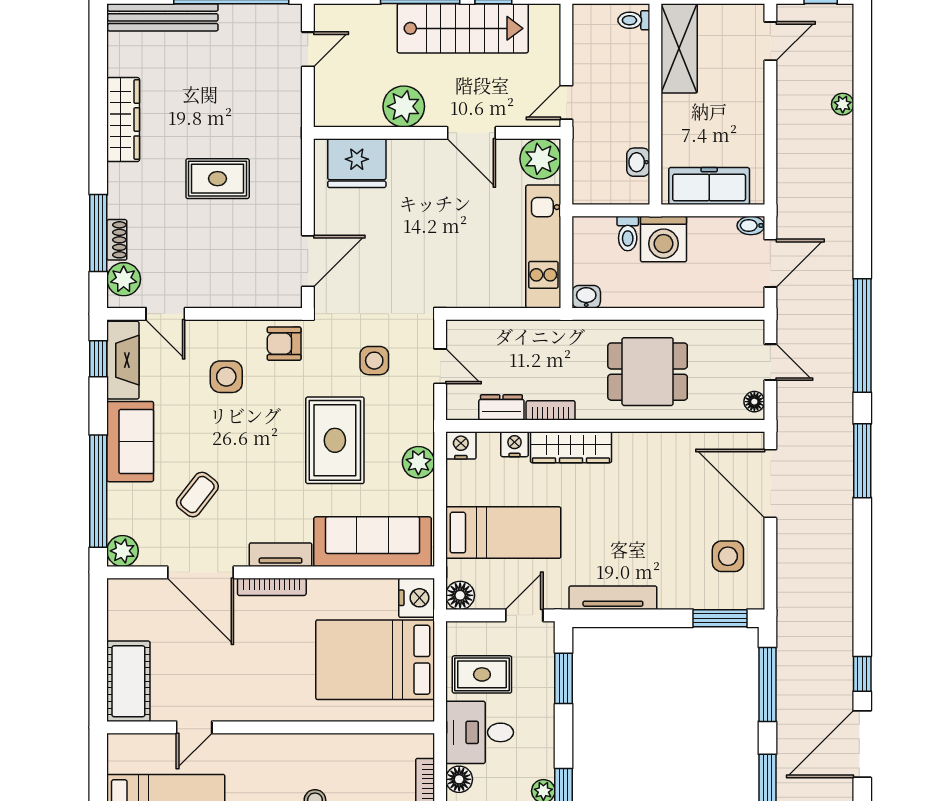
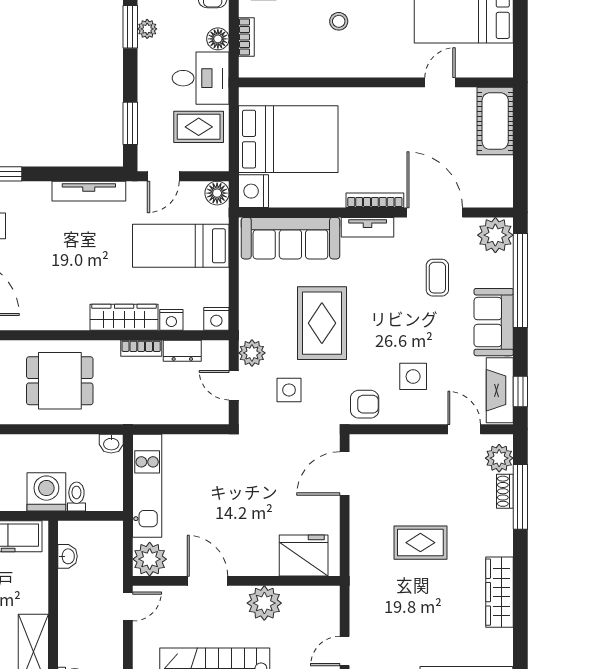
plant: (418, 462) -> (252, 353), moved
coffee table: (197, 495) -> (437, 278), turned -38
plant: (123, 551) -> (495, 235), width x1.36, depth x1.36

